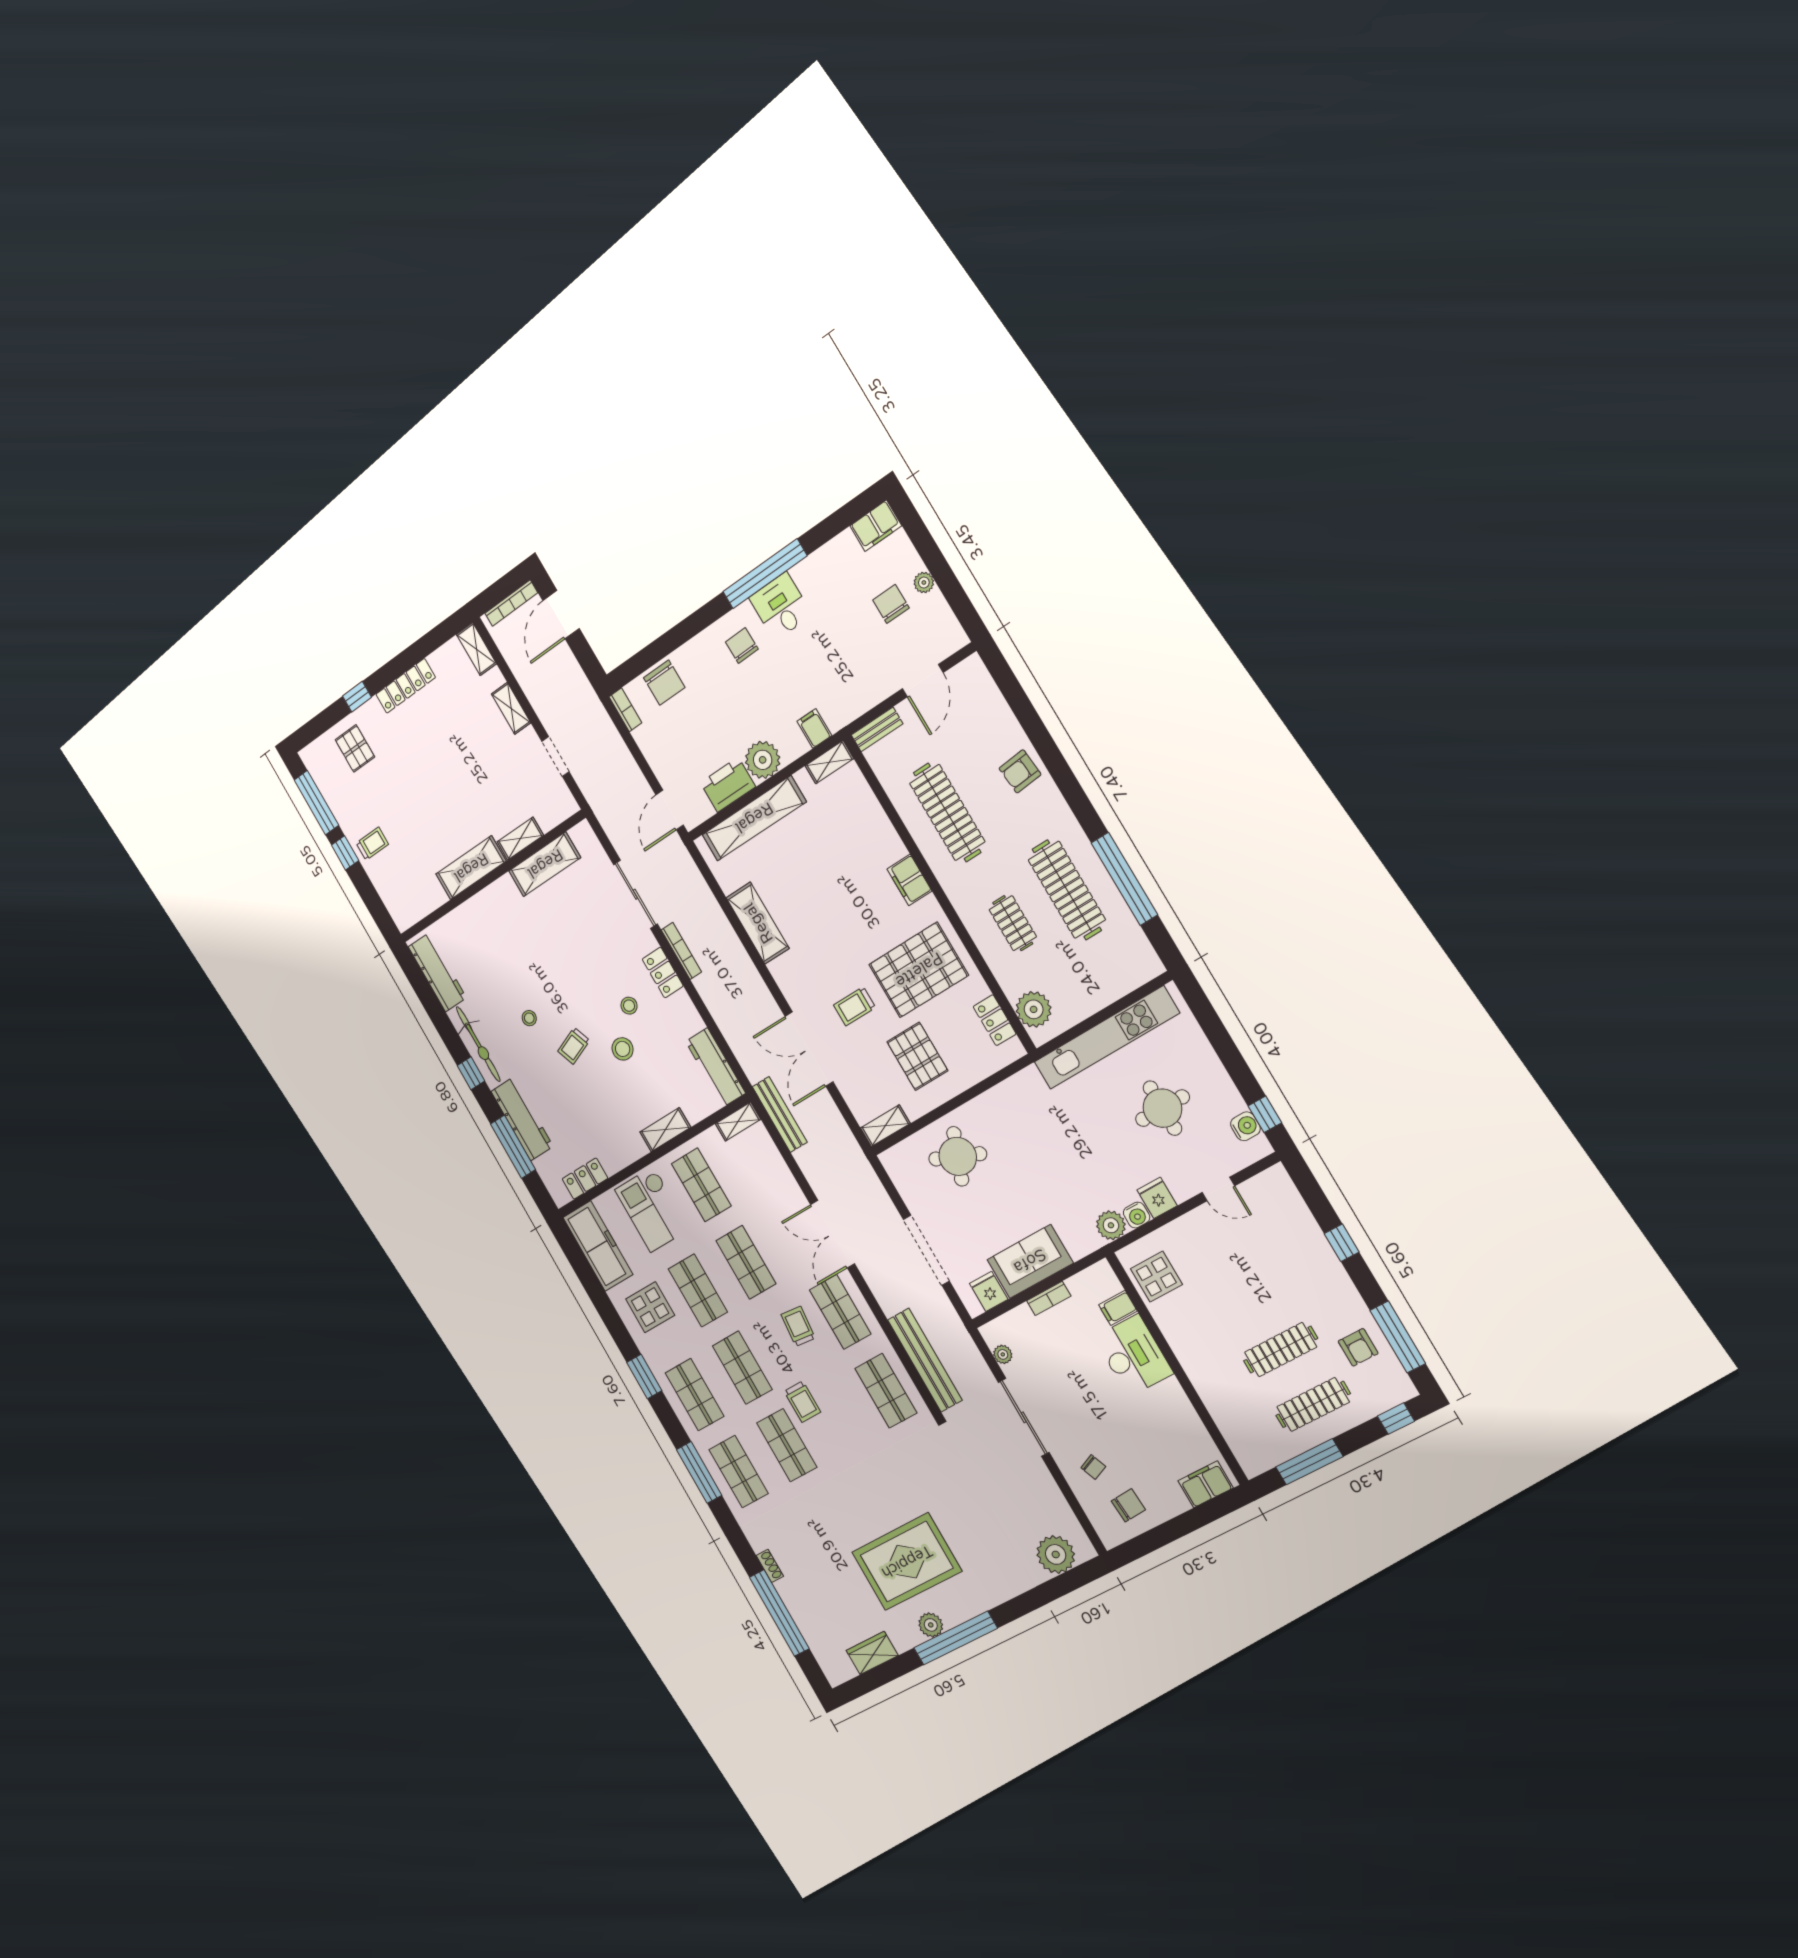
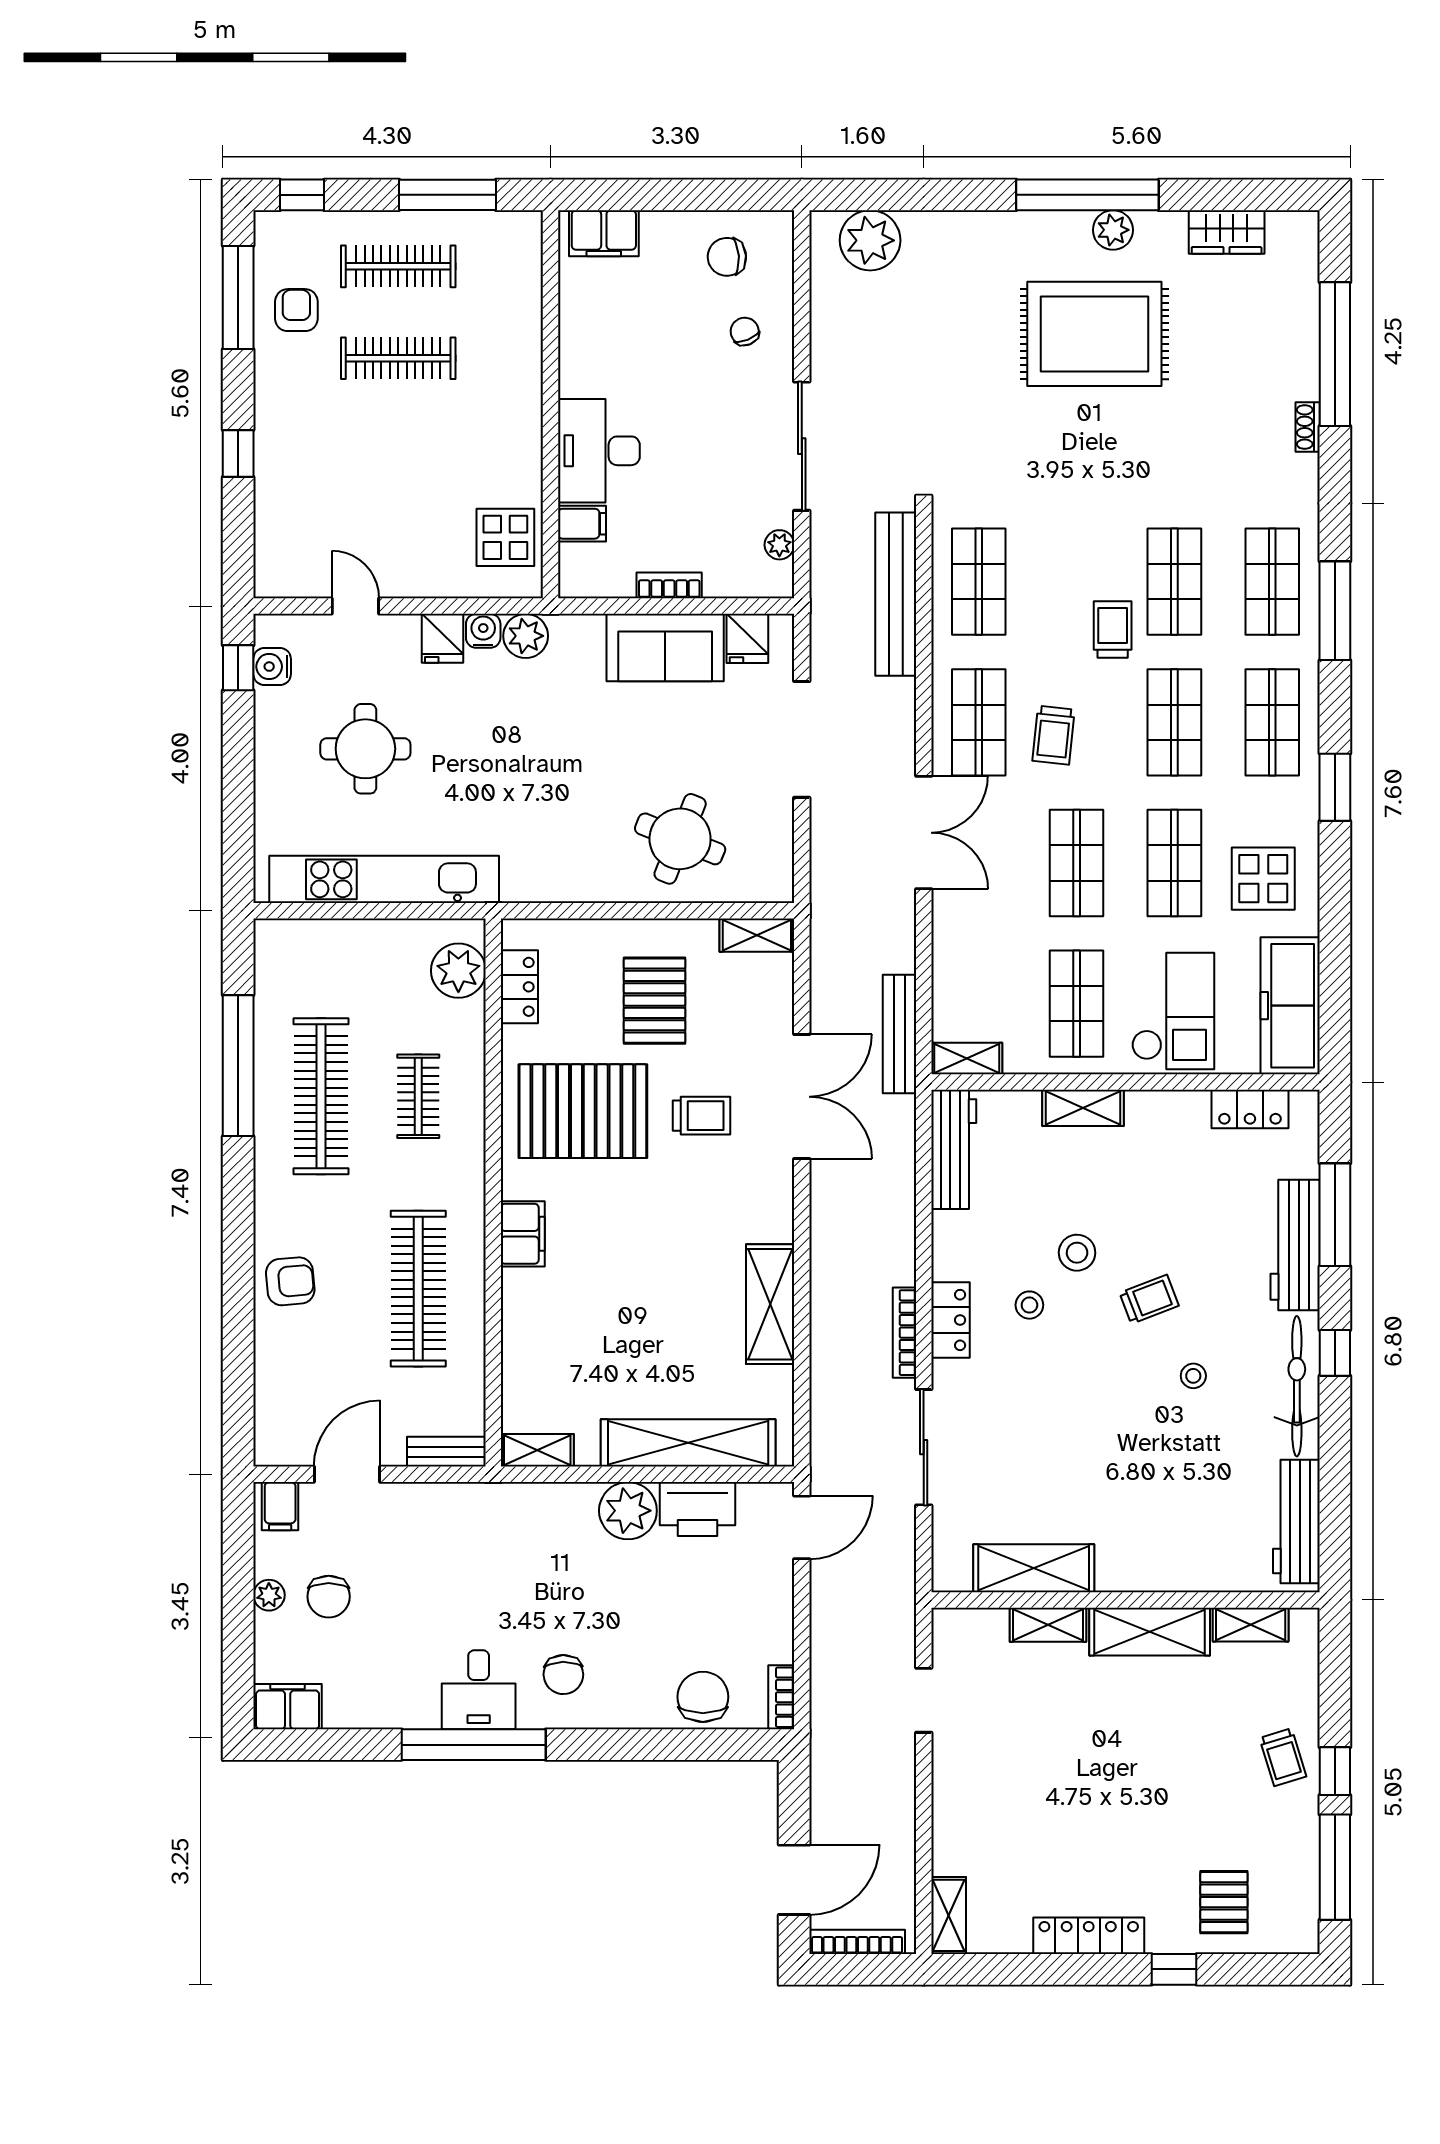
shelving: (511, 708) -> (1251, 1625), moved, turned 90
filing cabinet: (814, 728) -> (280, 1506), moved
trolley: (372, 844) -> (1283, 1757), turned -107

